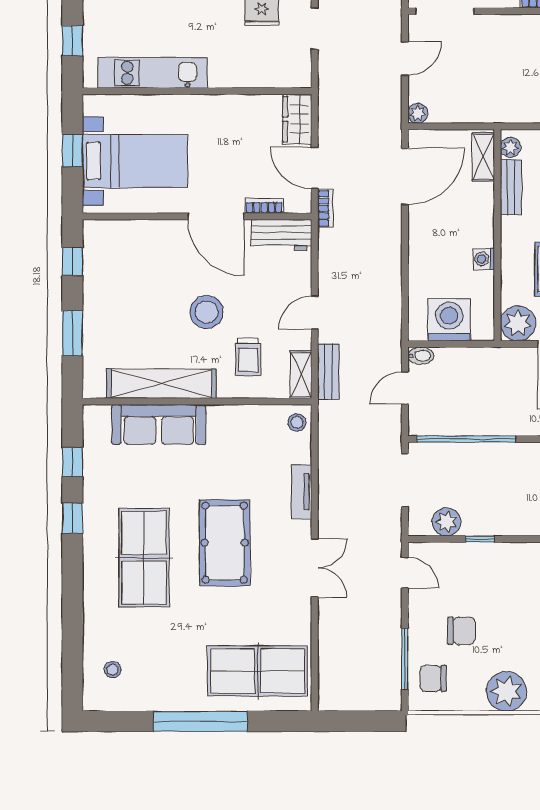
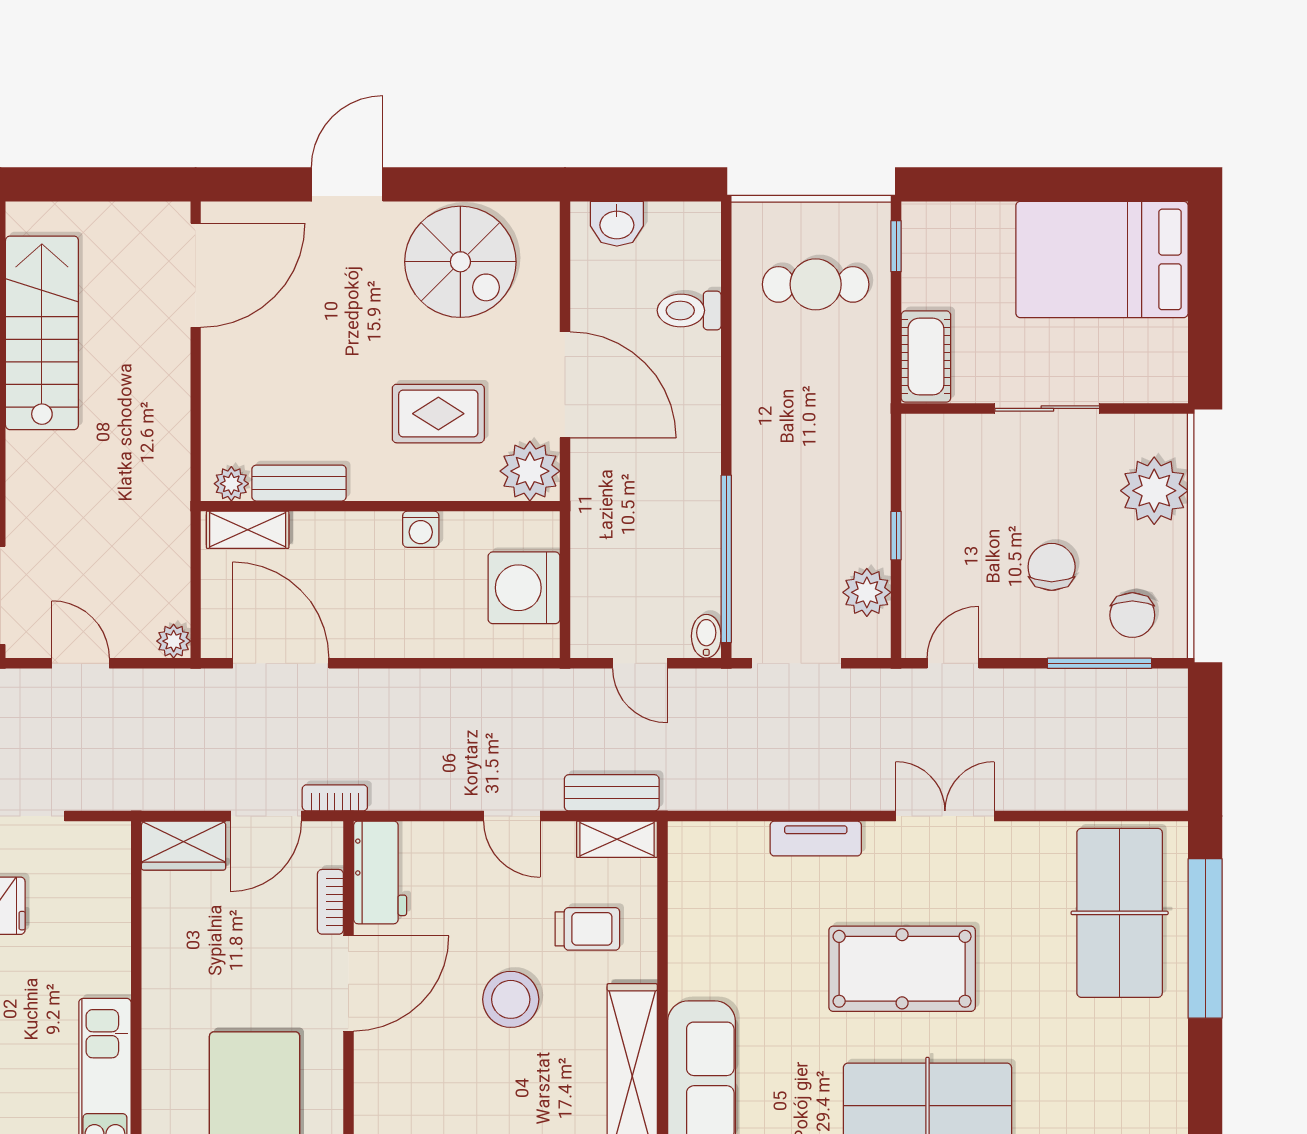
bidet: (421, 356) -> (706, 636), moved
stool: (297, 422) -> (698, 846), removed
window: (200, 721) -> (1205, 938), moved

